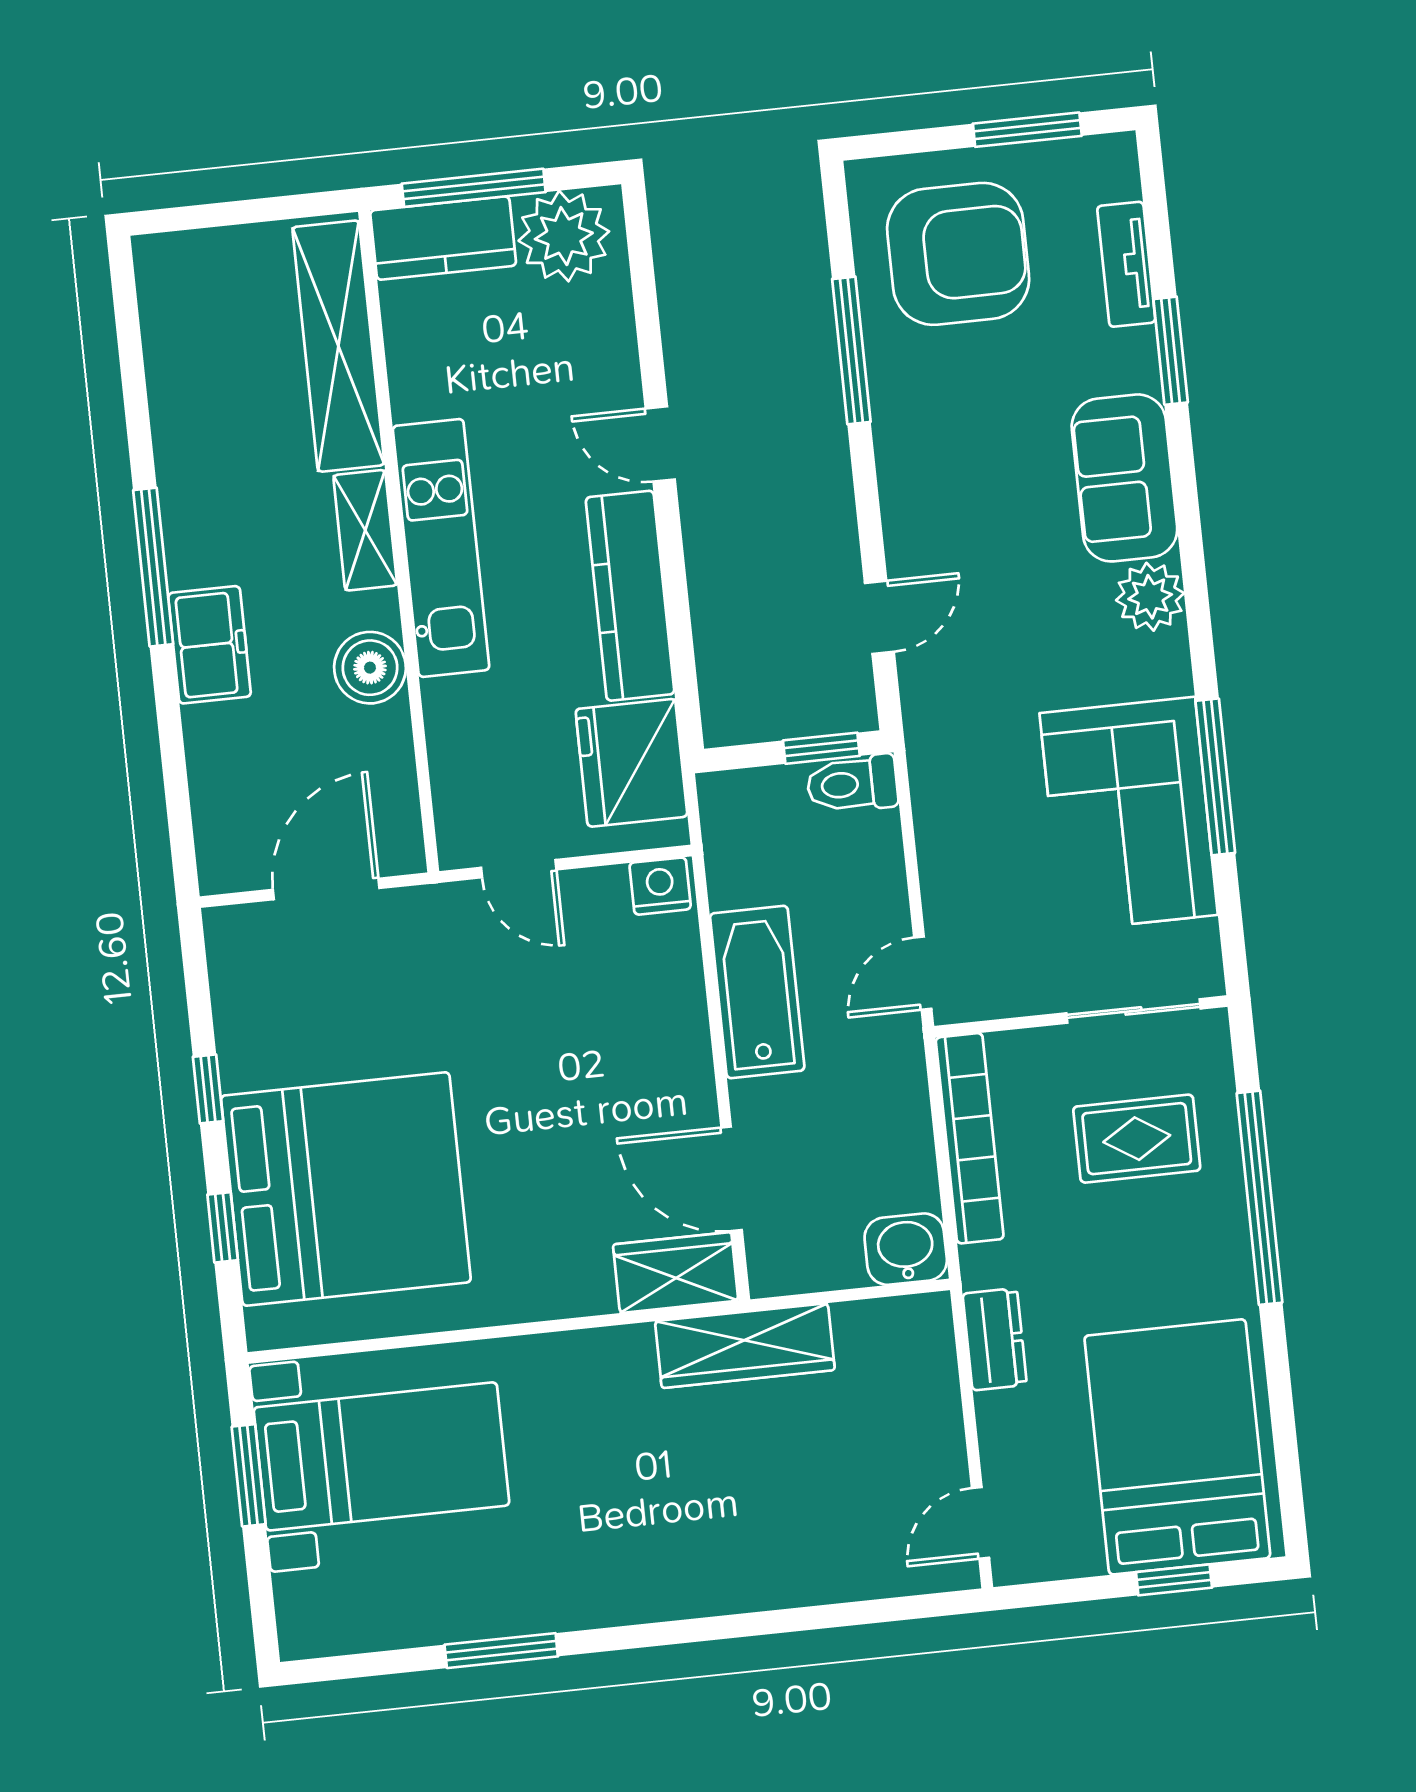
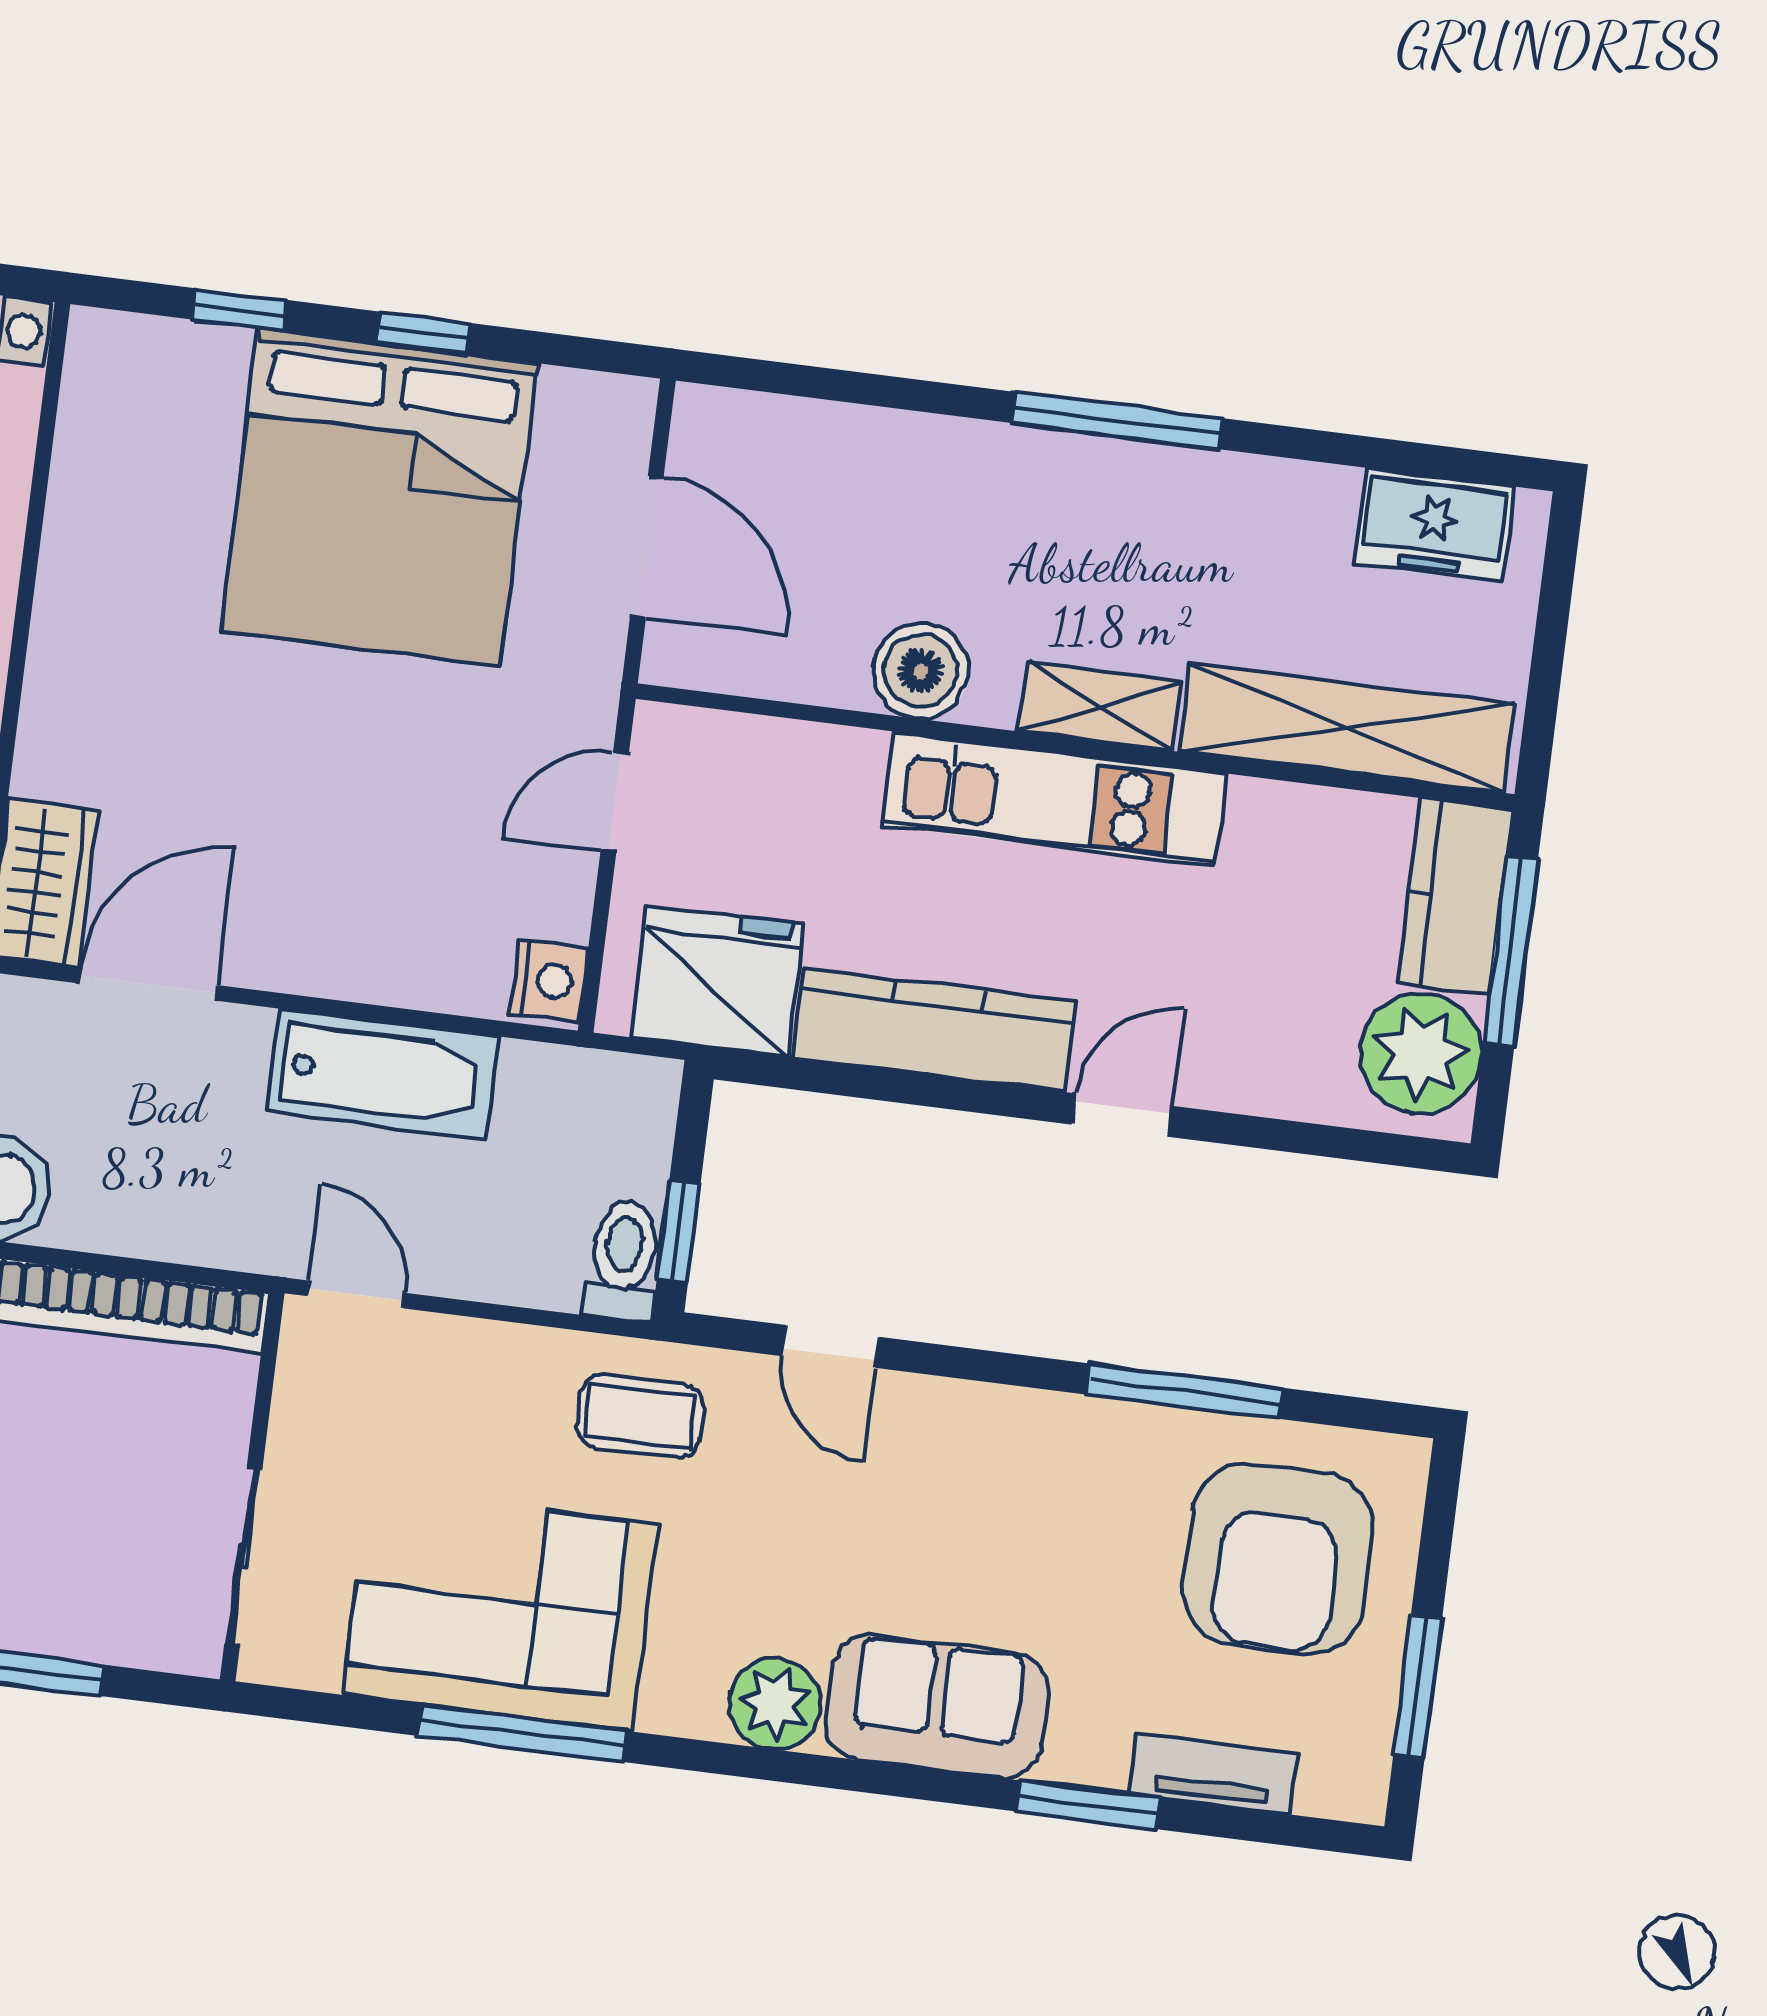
freezer: (209, 645) -> (1434, 525), moved
coffee table: (963, 744) -> (640, 1416), added
rug: (1137, 1139) -> (77, 1522), removed
bed: (346, 1189) -> (379, 497), moved

